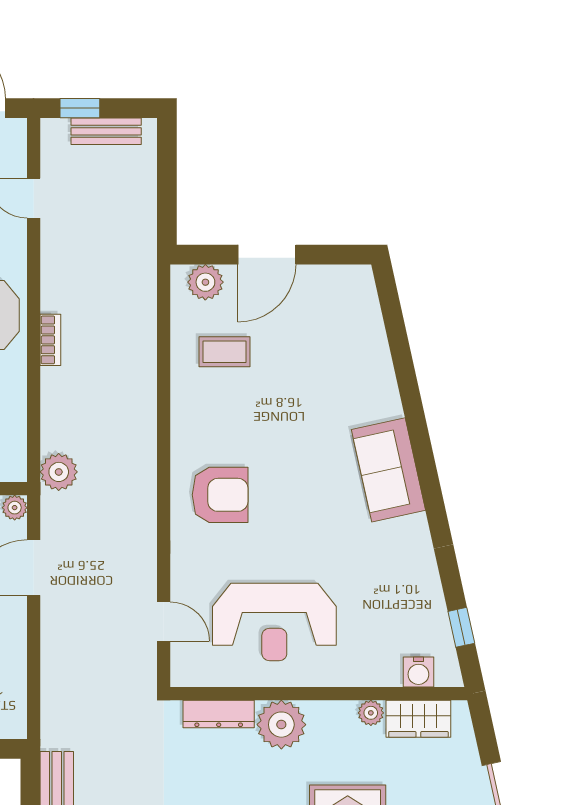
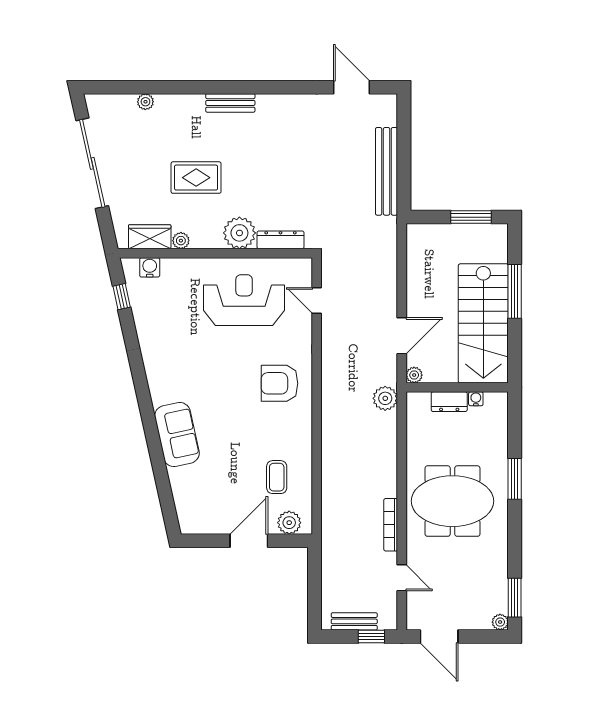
bookcase: (50, 340) -> (391, 525), moved, width x1.56
coffee table: (225, 352) -> (277, 477), turned 90
sofa: (388, 470) -> (177, 435), moved

